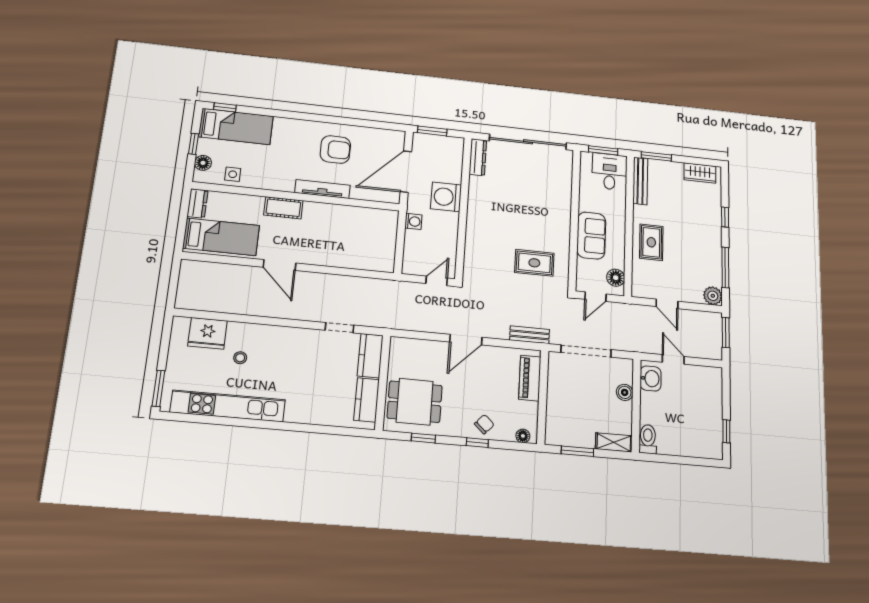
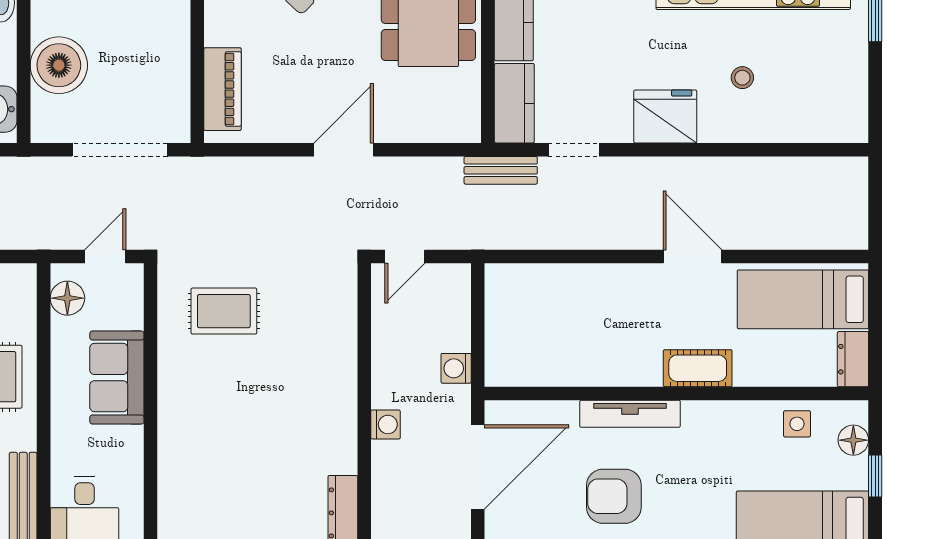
washing machine: (446, 197) -> (385, 424), width x0.53, depth x0.53
fridge: (207, 333) -> (665, 116), moved
bench: (530, 335) -> (501, 170), moved
boiler: (625, 392) -> (59, 65), width x1.86, depth x1.86

